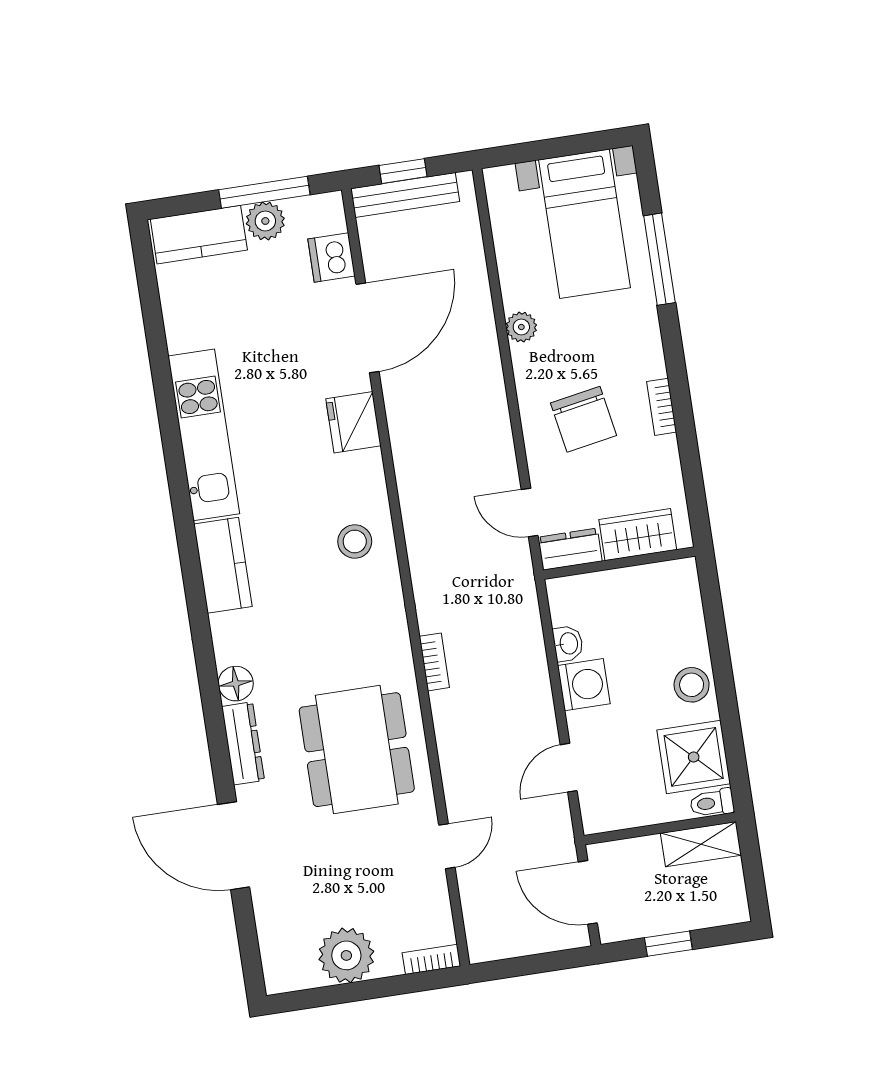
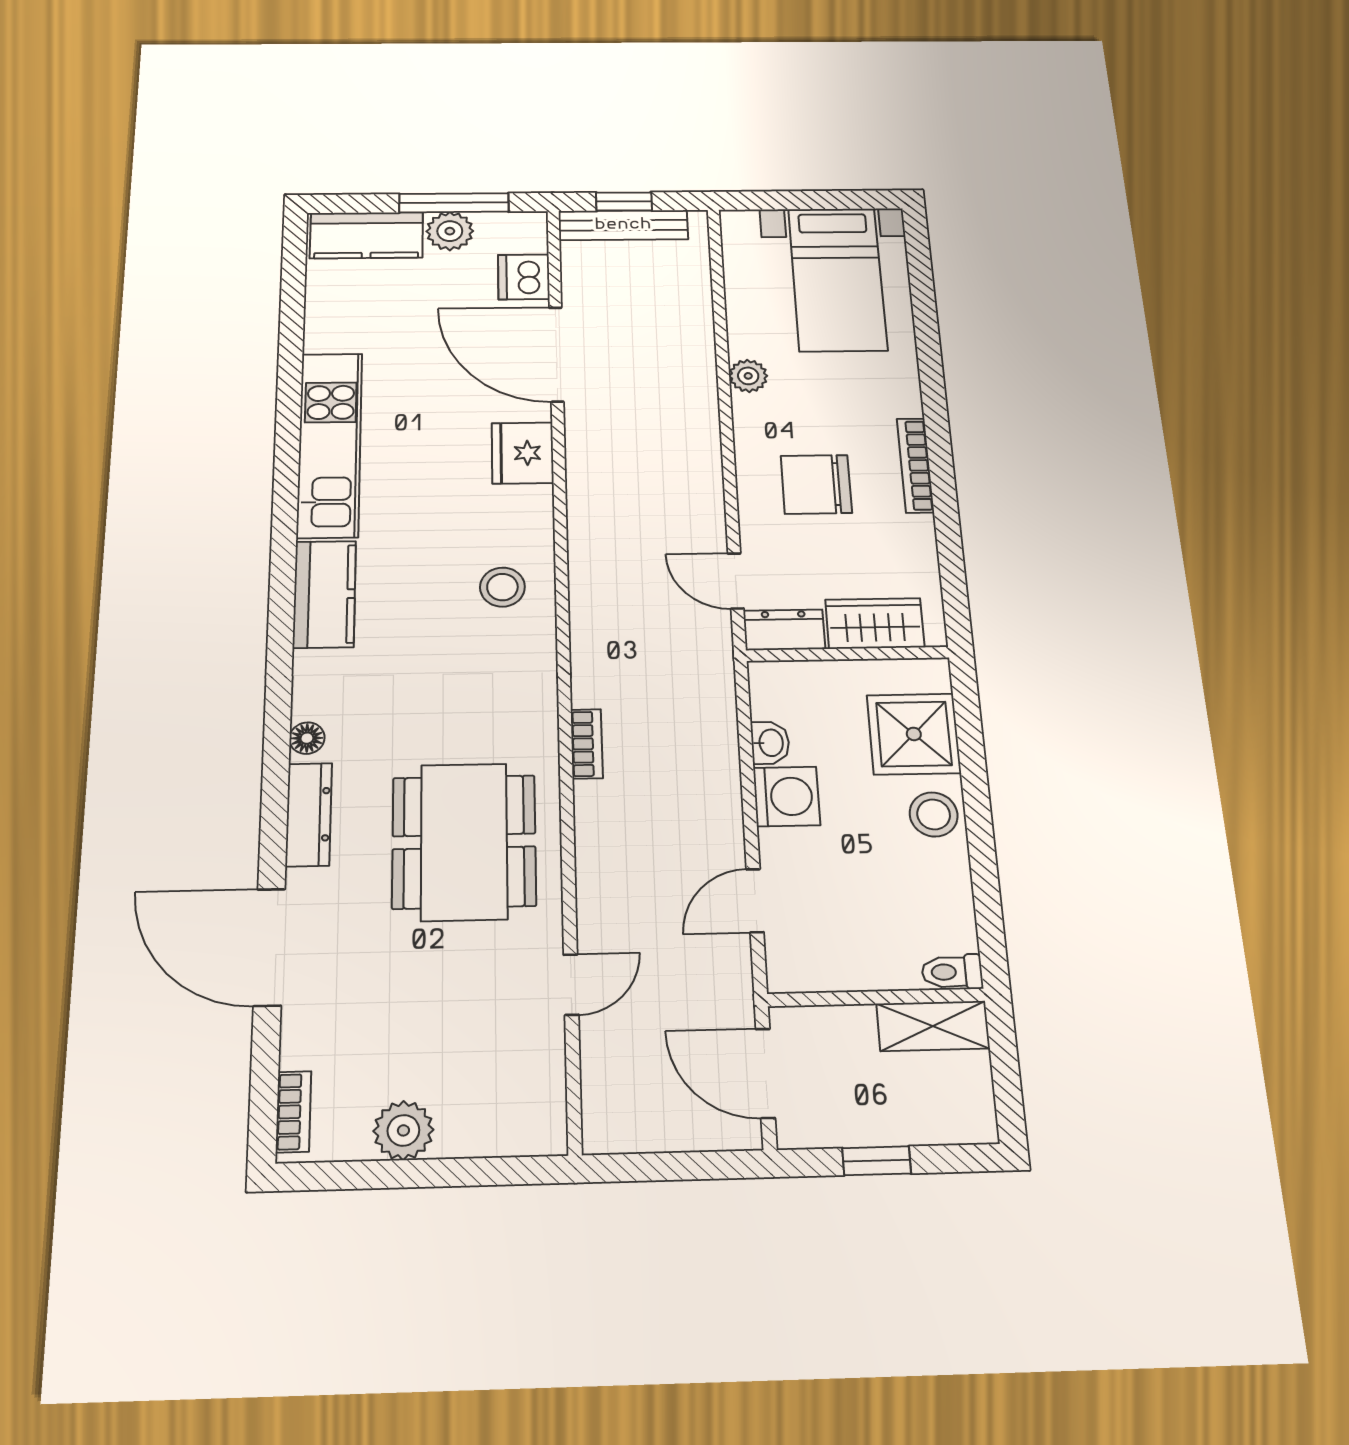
window: (659, 259) -> (926, 326), removed
door: (367, 328) -> (556, 354), swing flipped
bookcase: (662, 407) -> (915, 465), width x1.56
chair: (584, 419) -> (816, 484), turned 100
floor lamp: (236, 684) -> (307, 738), width x0.73, depth x0.73
shower: (694, 757) -> (914, 734), moved
plant: (346, 955) -> (403, 1130), width x0.73, depth x0.73
bookcase: (431, 959) -> (293, 1112), moved, turned 90

